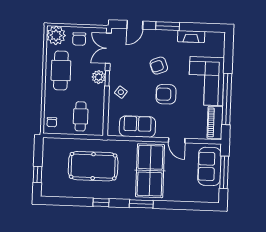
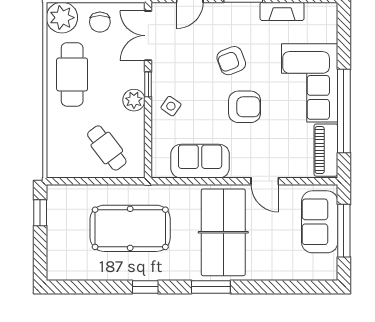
plant: (99, 77) -> (134, 100), moved
armchair: (166, 94) -> (245, 107), turned 180
cafe table: (81, 116) -> (107, 148), turned -37
chair: (52, 122) -> (60, 159), removed
window: (37, 174) -> (40, 213), moved

